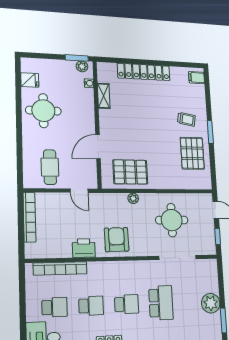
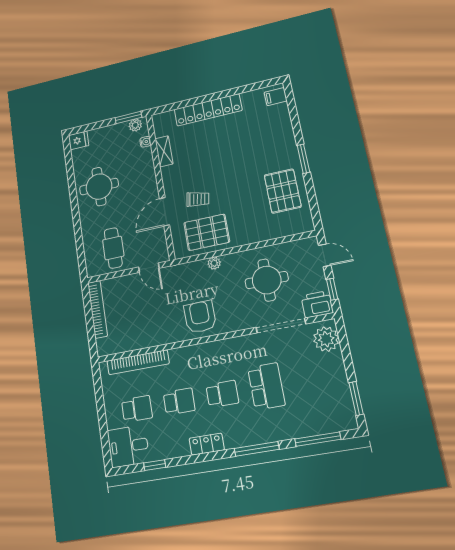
fridge: (30, 80) -> (79, 140), moved
trolley: (186, 119) -> (198, 199), moved
printer: (84, 248) -> (317, 304), moved
plant: (211, 303) -> (326, 339), moved

